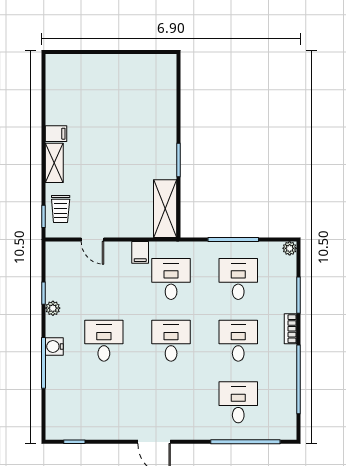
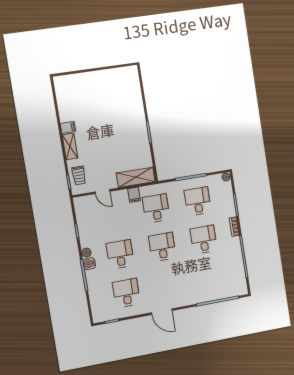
shelving: (165, 209) -> (136, 177), moved, turned 90
plant: (53, 308) -> (86, 253), moved
desk: (238, 402) -> (126, 293), moved

